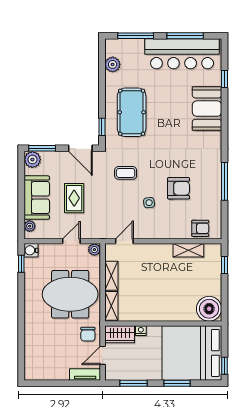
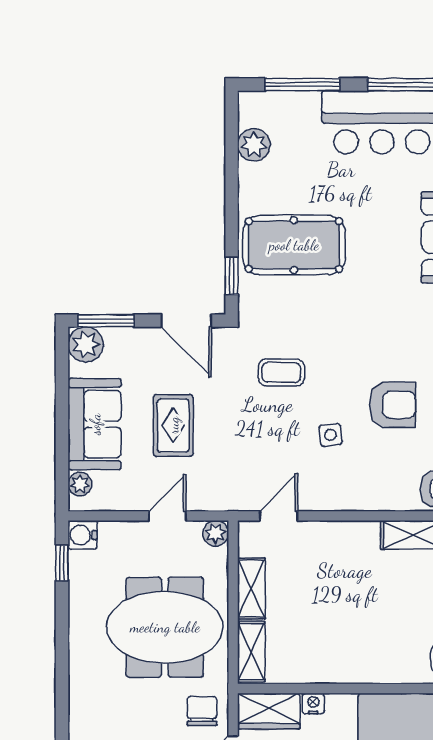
pool table: (132, 112) -> (294, 245), turned 90
chair: (88, 334) -> (202, 711), turned 180

